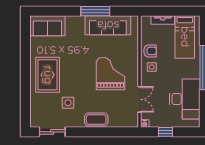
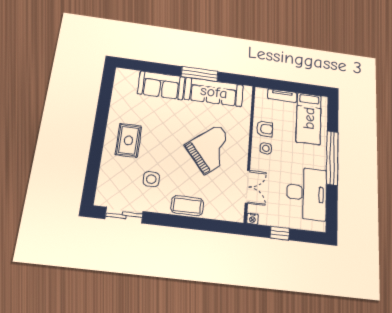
sofa: (47, 26) -> (161, 85), moved
grand piano: (110, 73) -> (212, 149), turned 51
rug: (48, 75) -> (128, 140), width x0.73, depth x0.70

